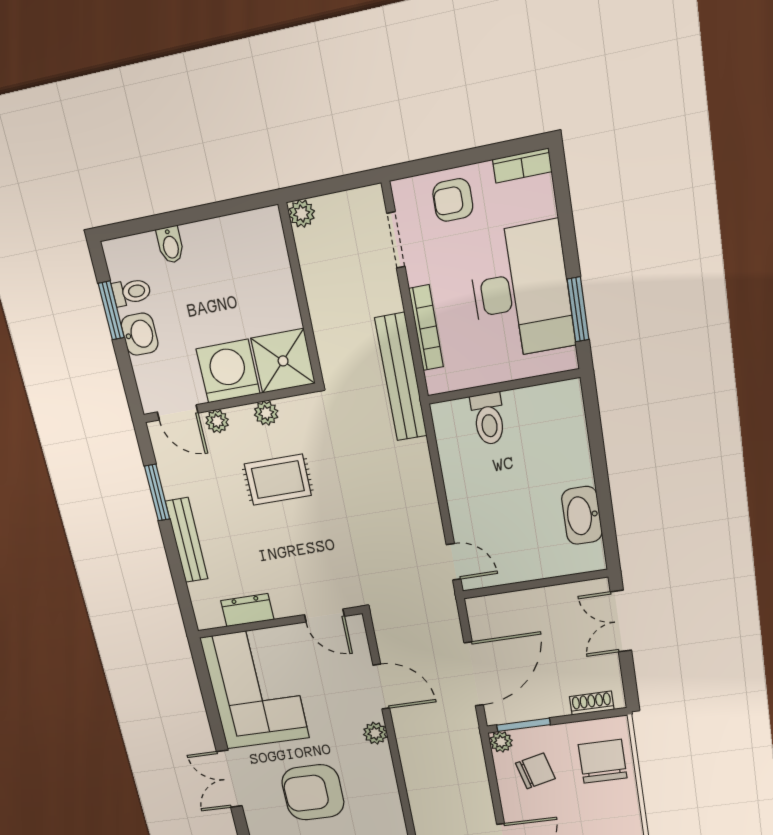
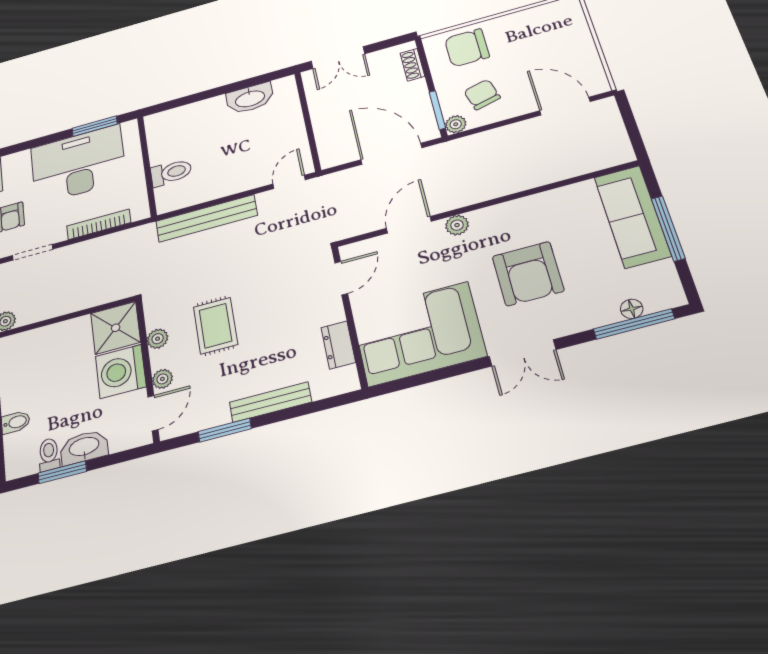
washbasin: (140, 334) -> (84, 447), width x1.38
bench: (401, 377) -> (206, 218), moved

